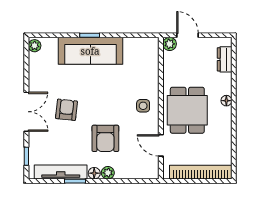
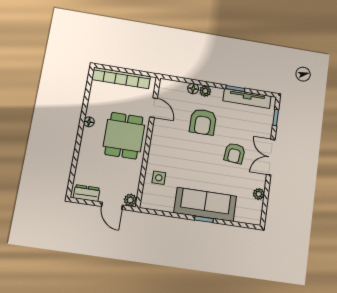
plant: (35, 46) -> (259, 194), moved
dresser: (225, 59) -> (87, 193), moved, turned -90
floor lamp: (226, 101) -> (89, 122), moved
side table: (143, 106) -> (159, 178), moved
armchair: (105, 138) -> (203, 122), turned 180
floor lamp: (94, 173) -> (193, 89), moved

